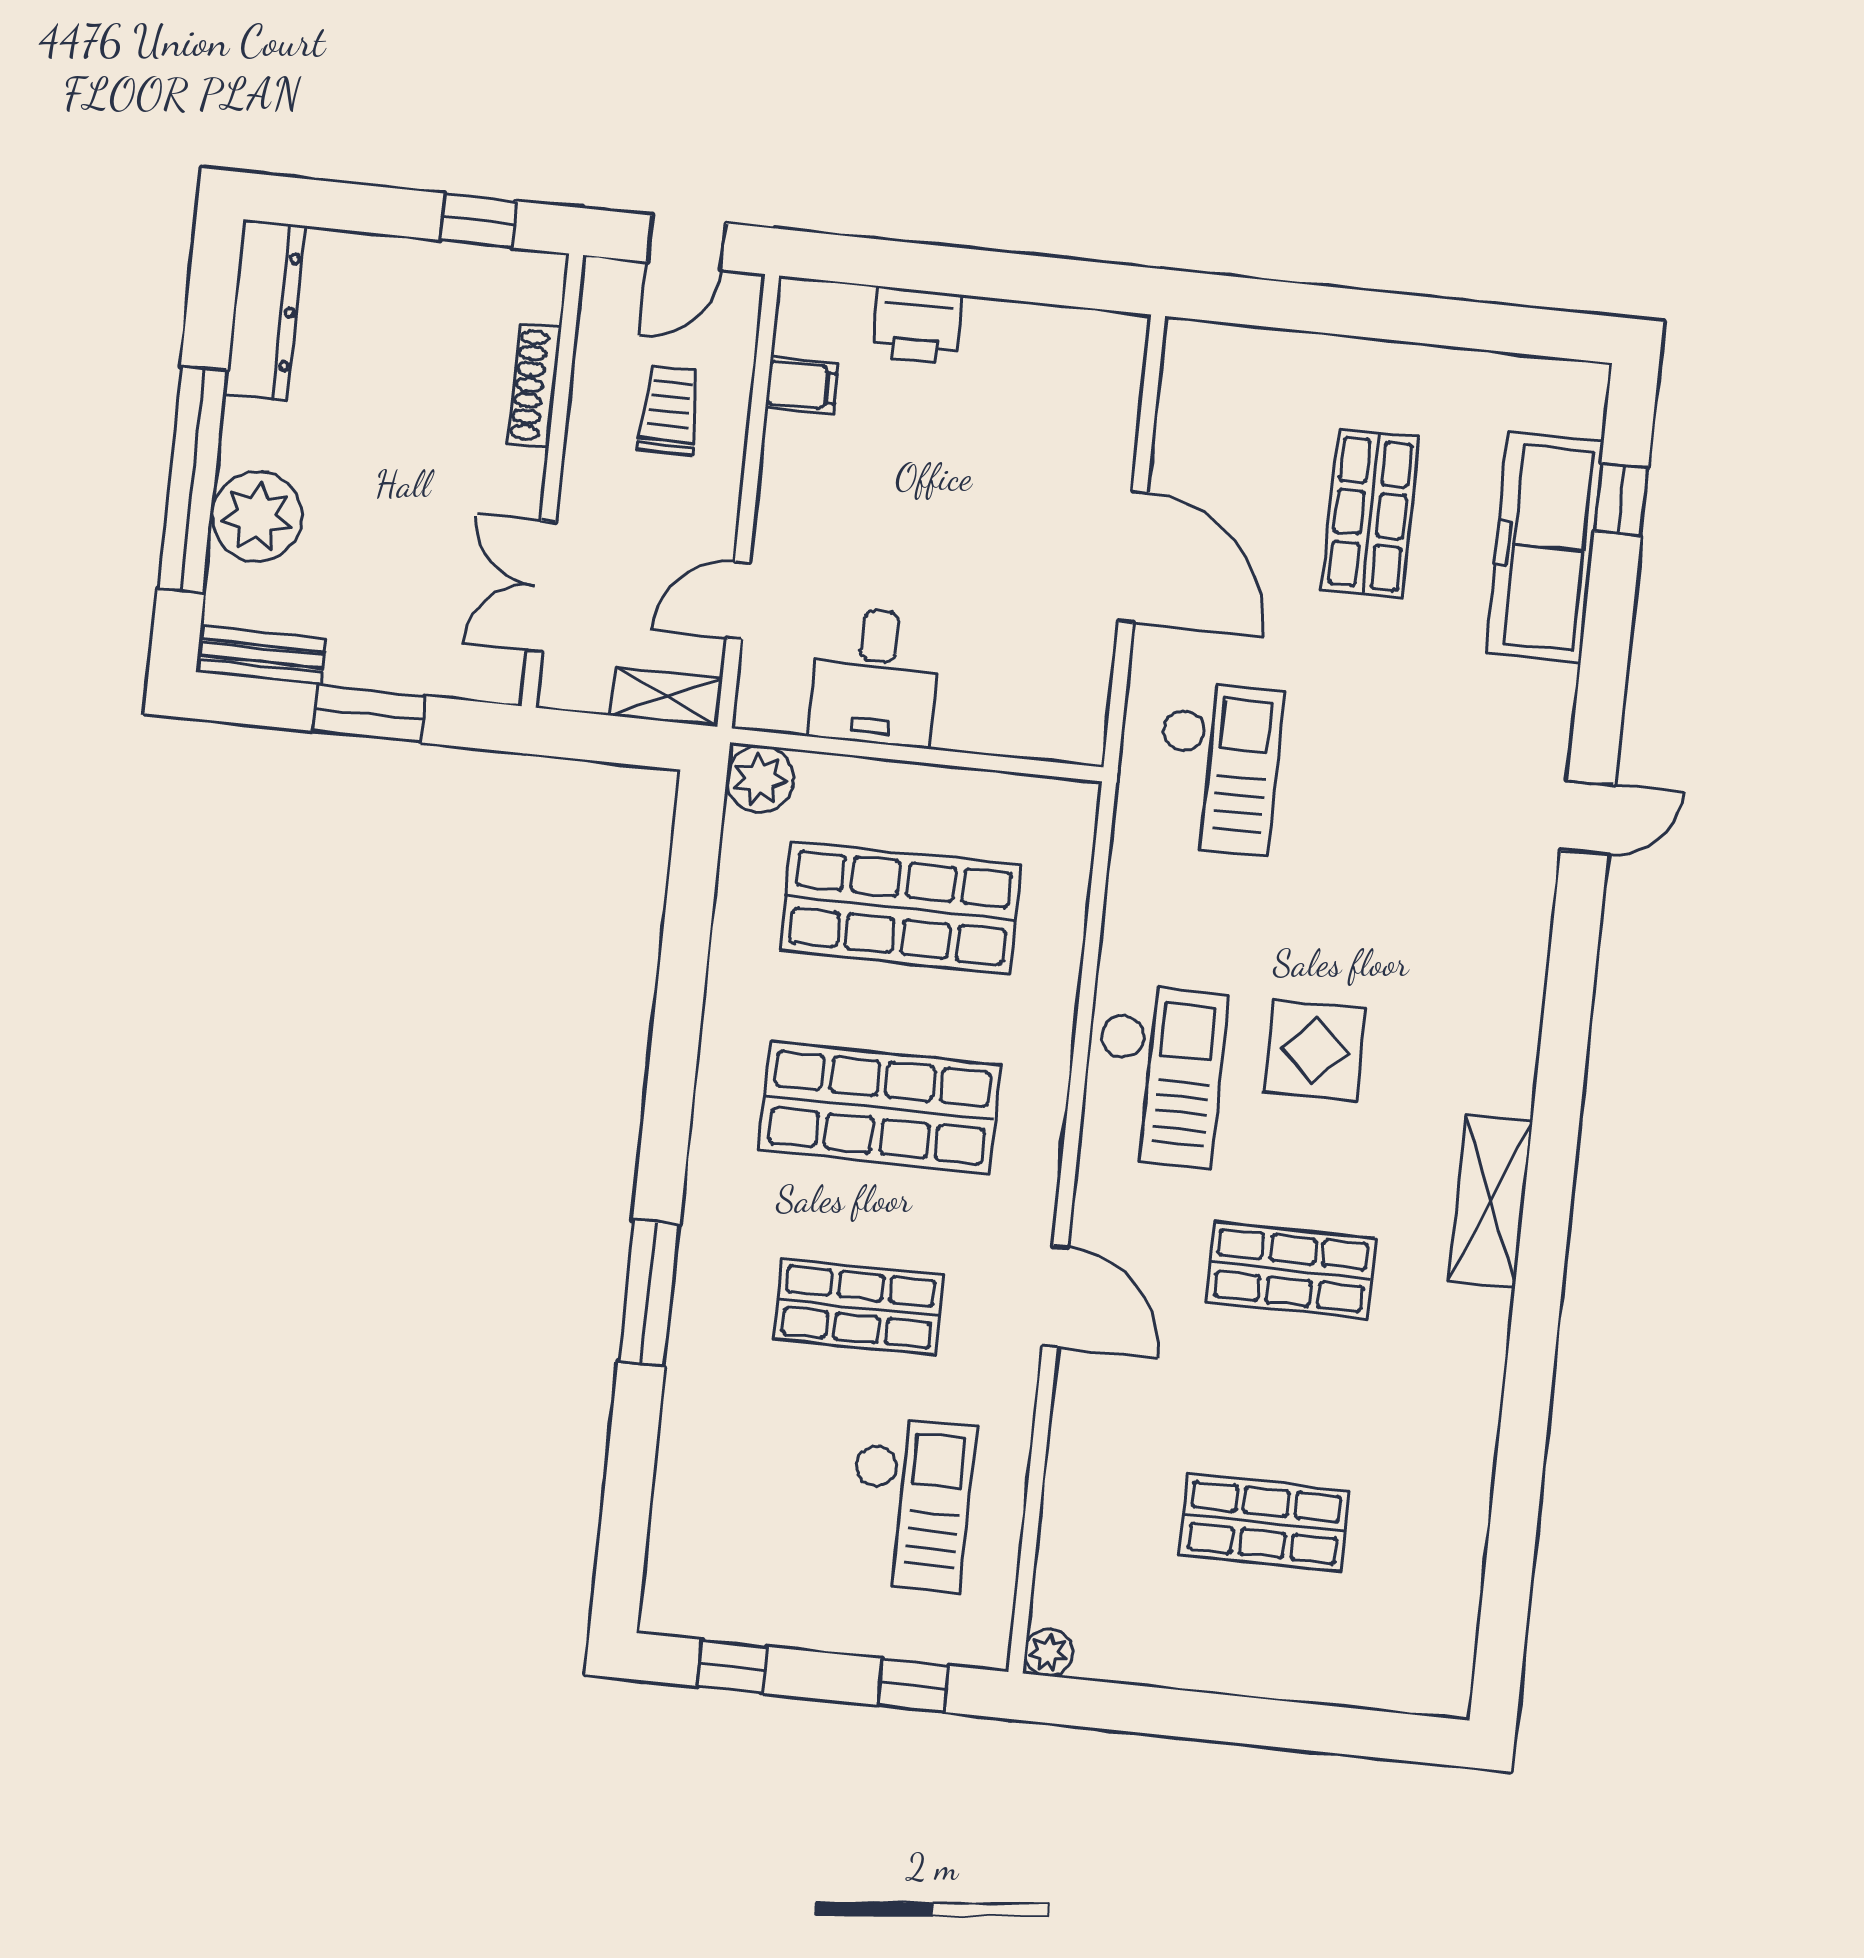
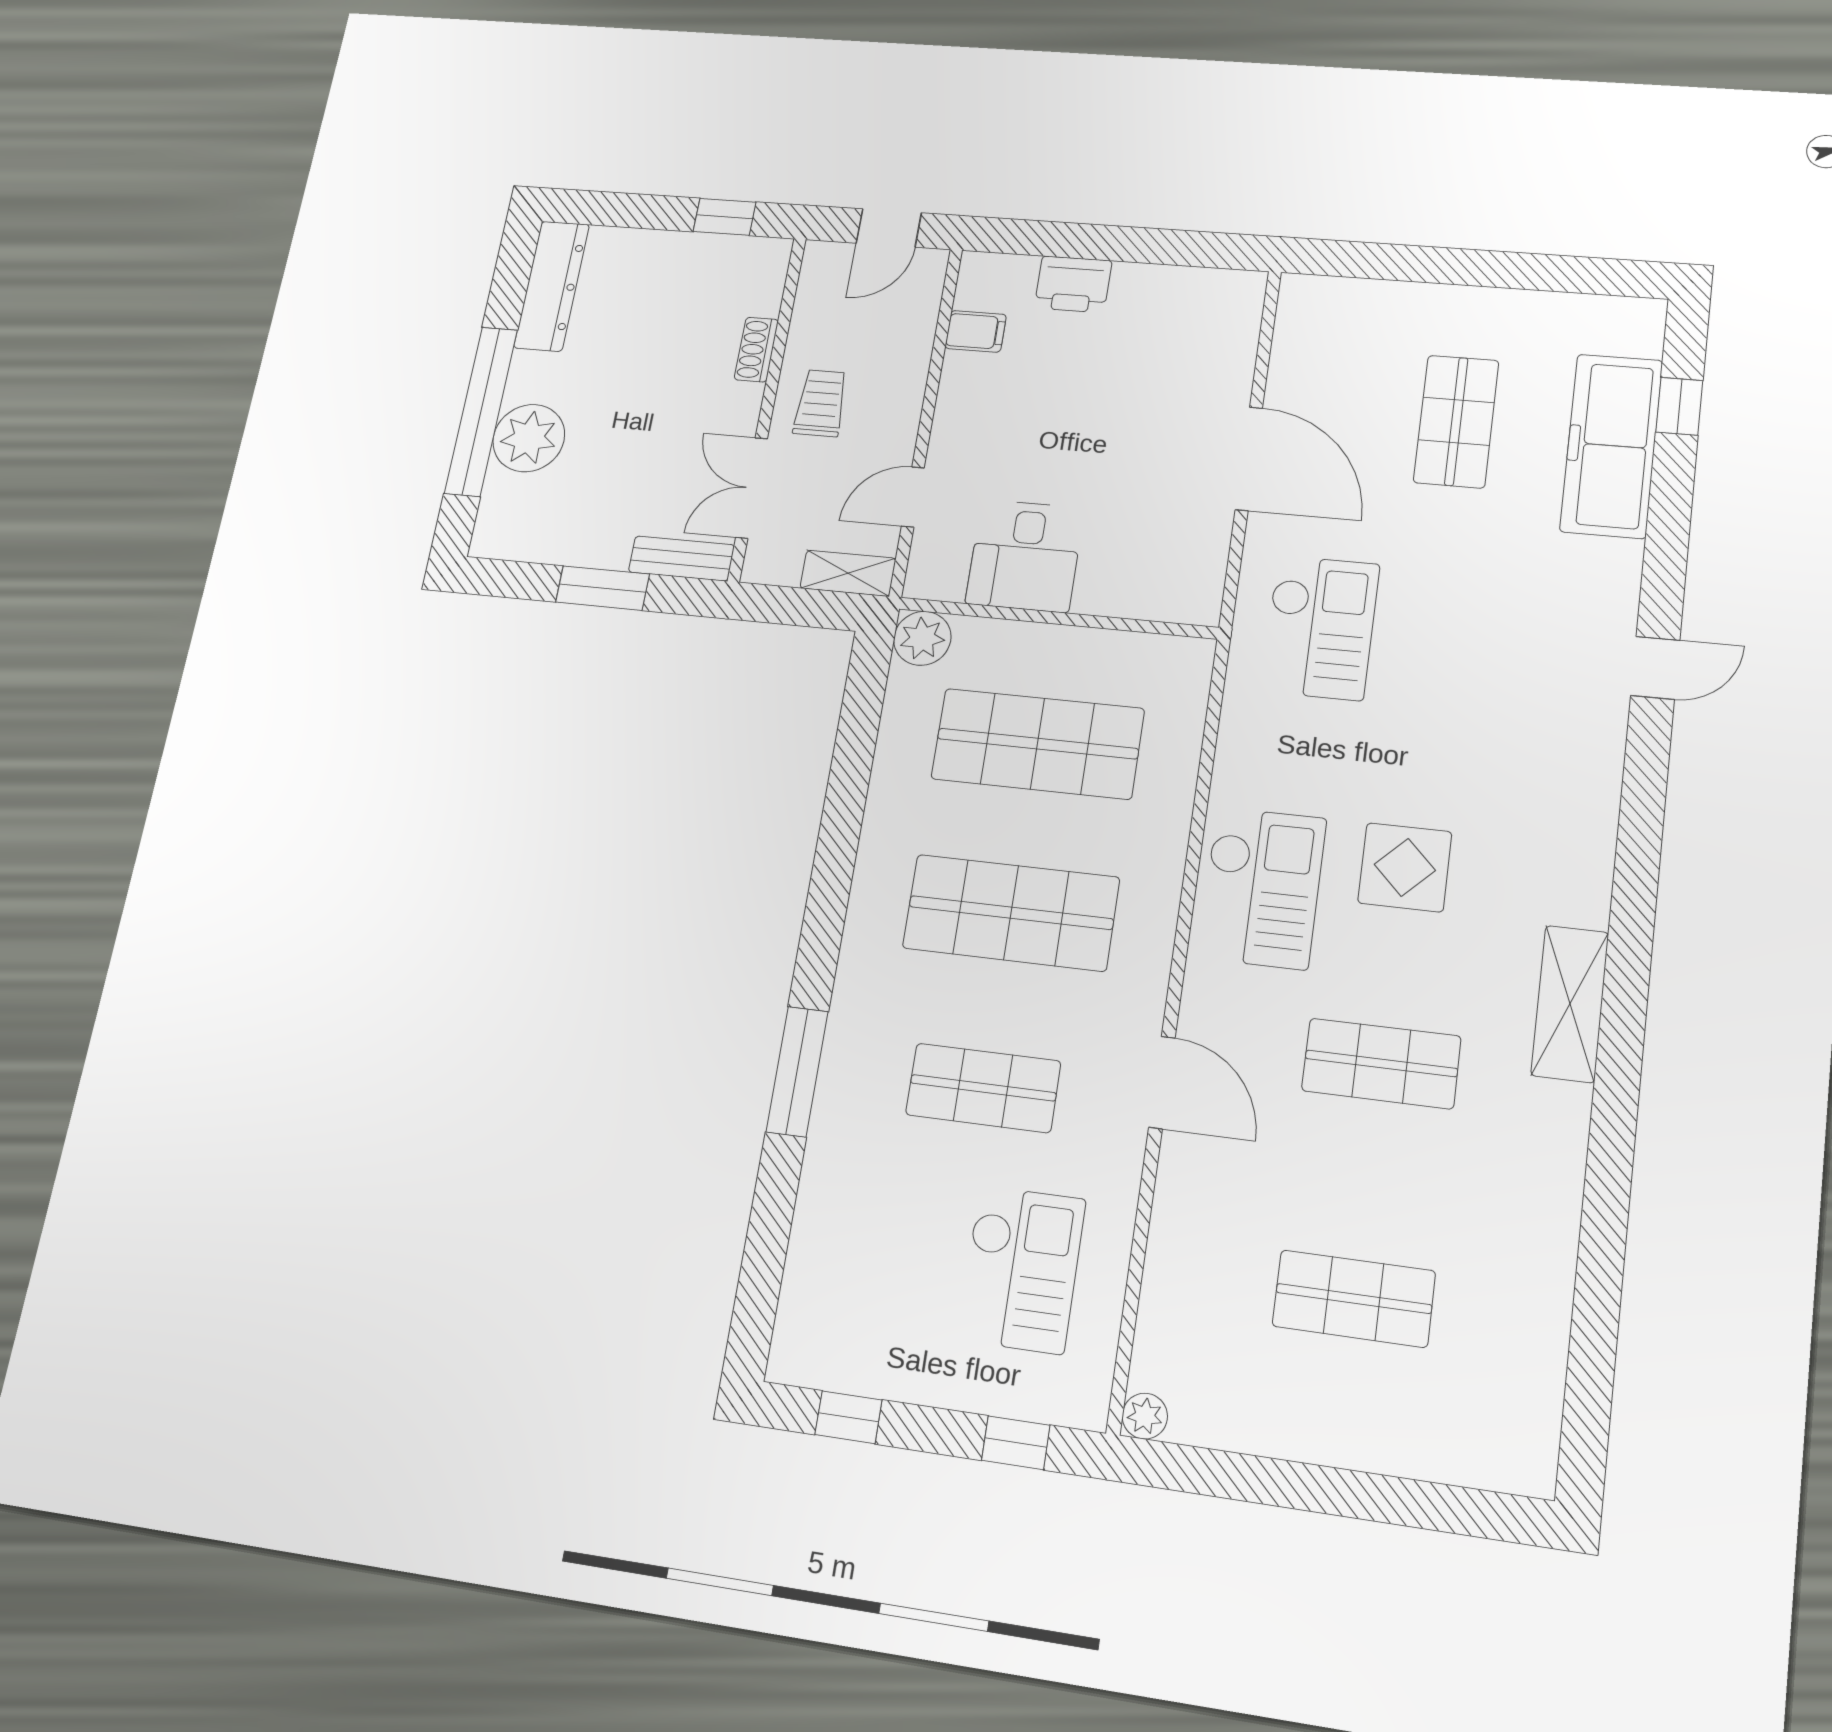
shoe rack: (535, 385) -> (756, 350), width x0.70
trolley: (669, 410) -> (821, 403), moved
bench: (262, 655) -> (681, 558), moved

